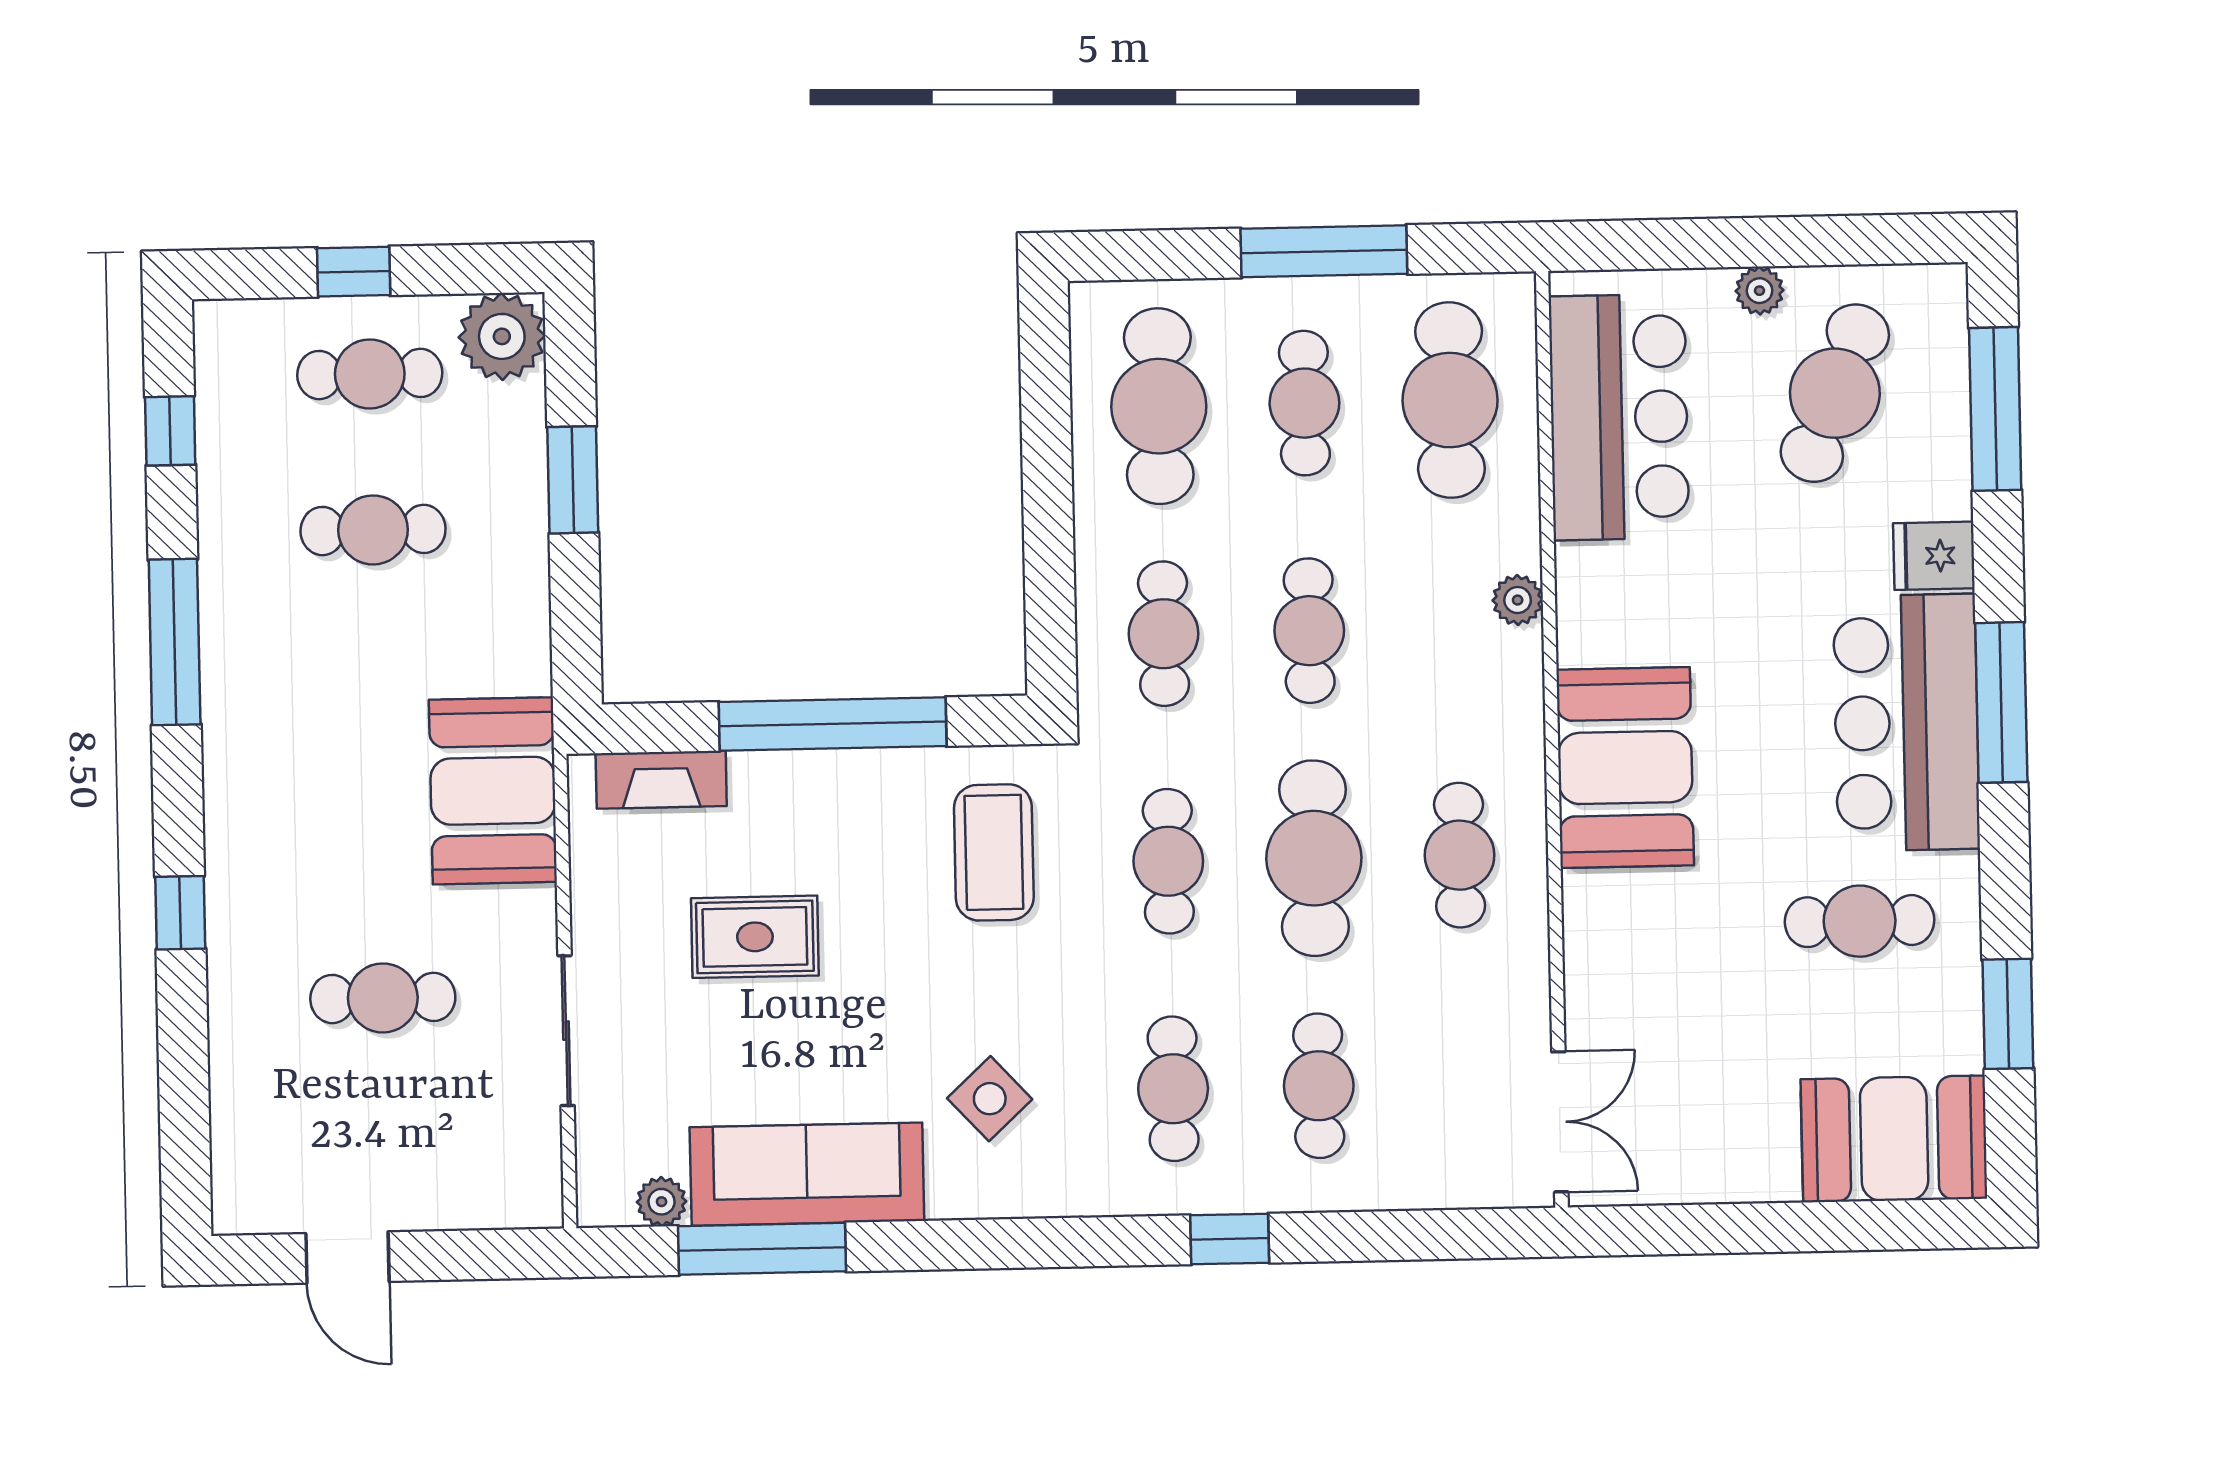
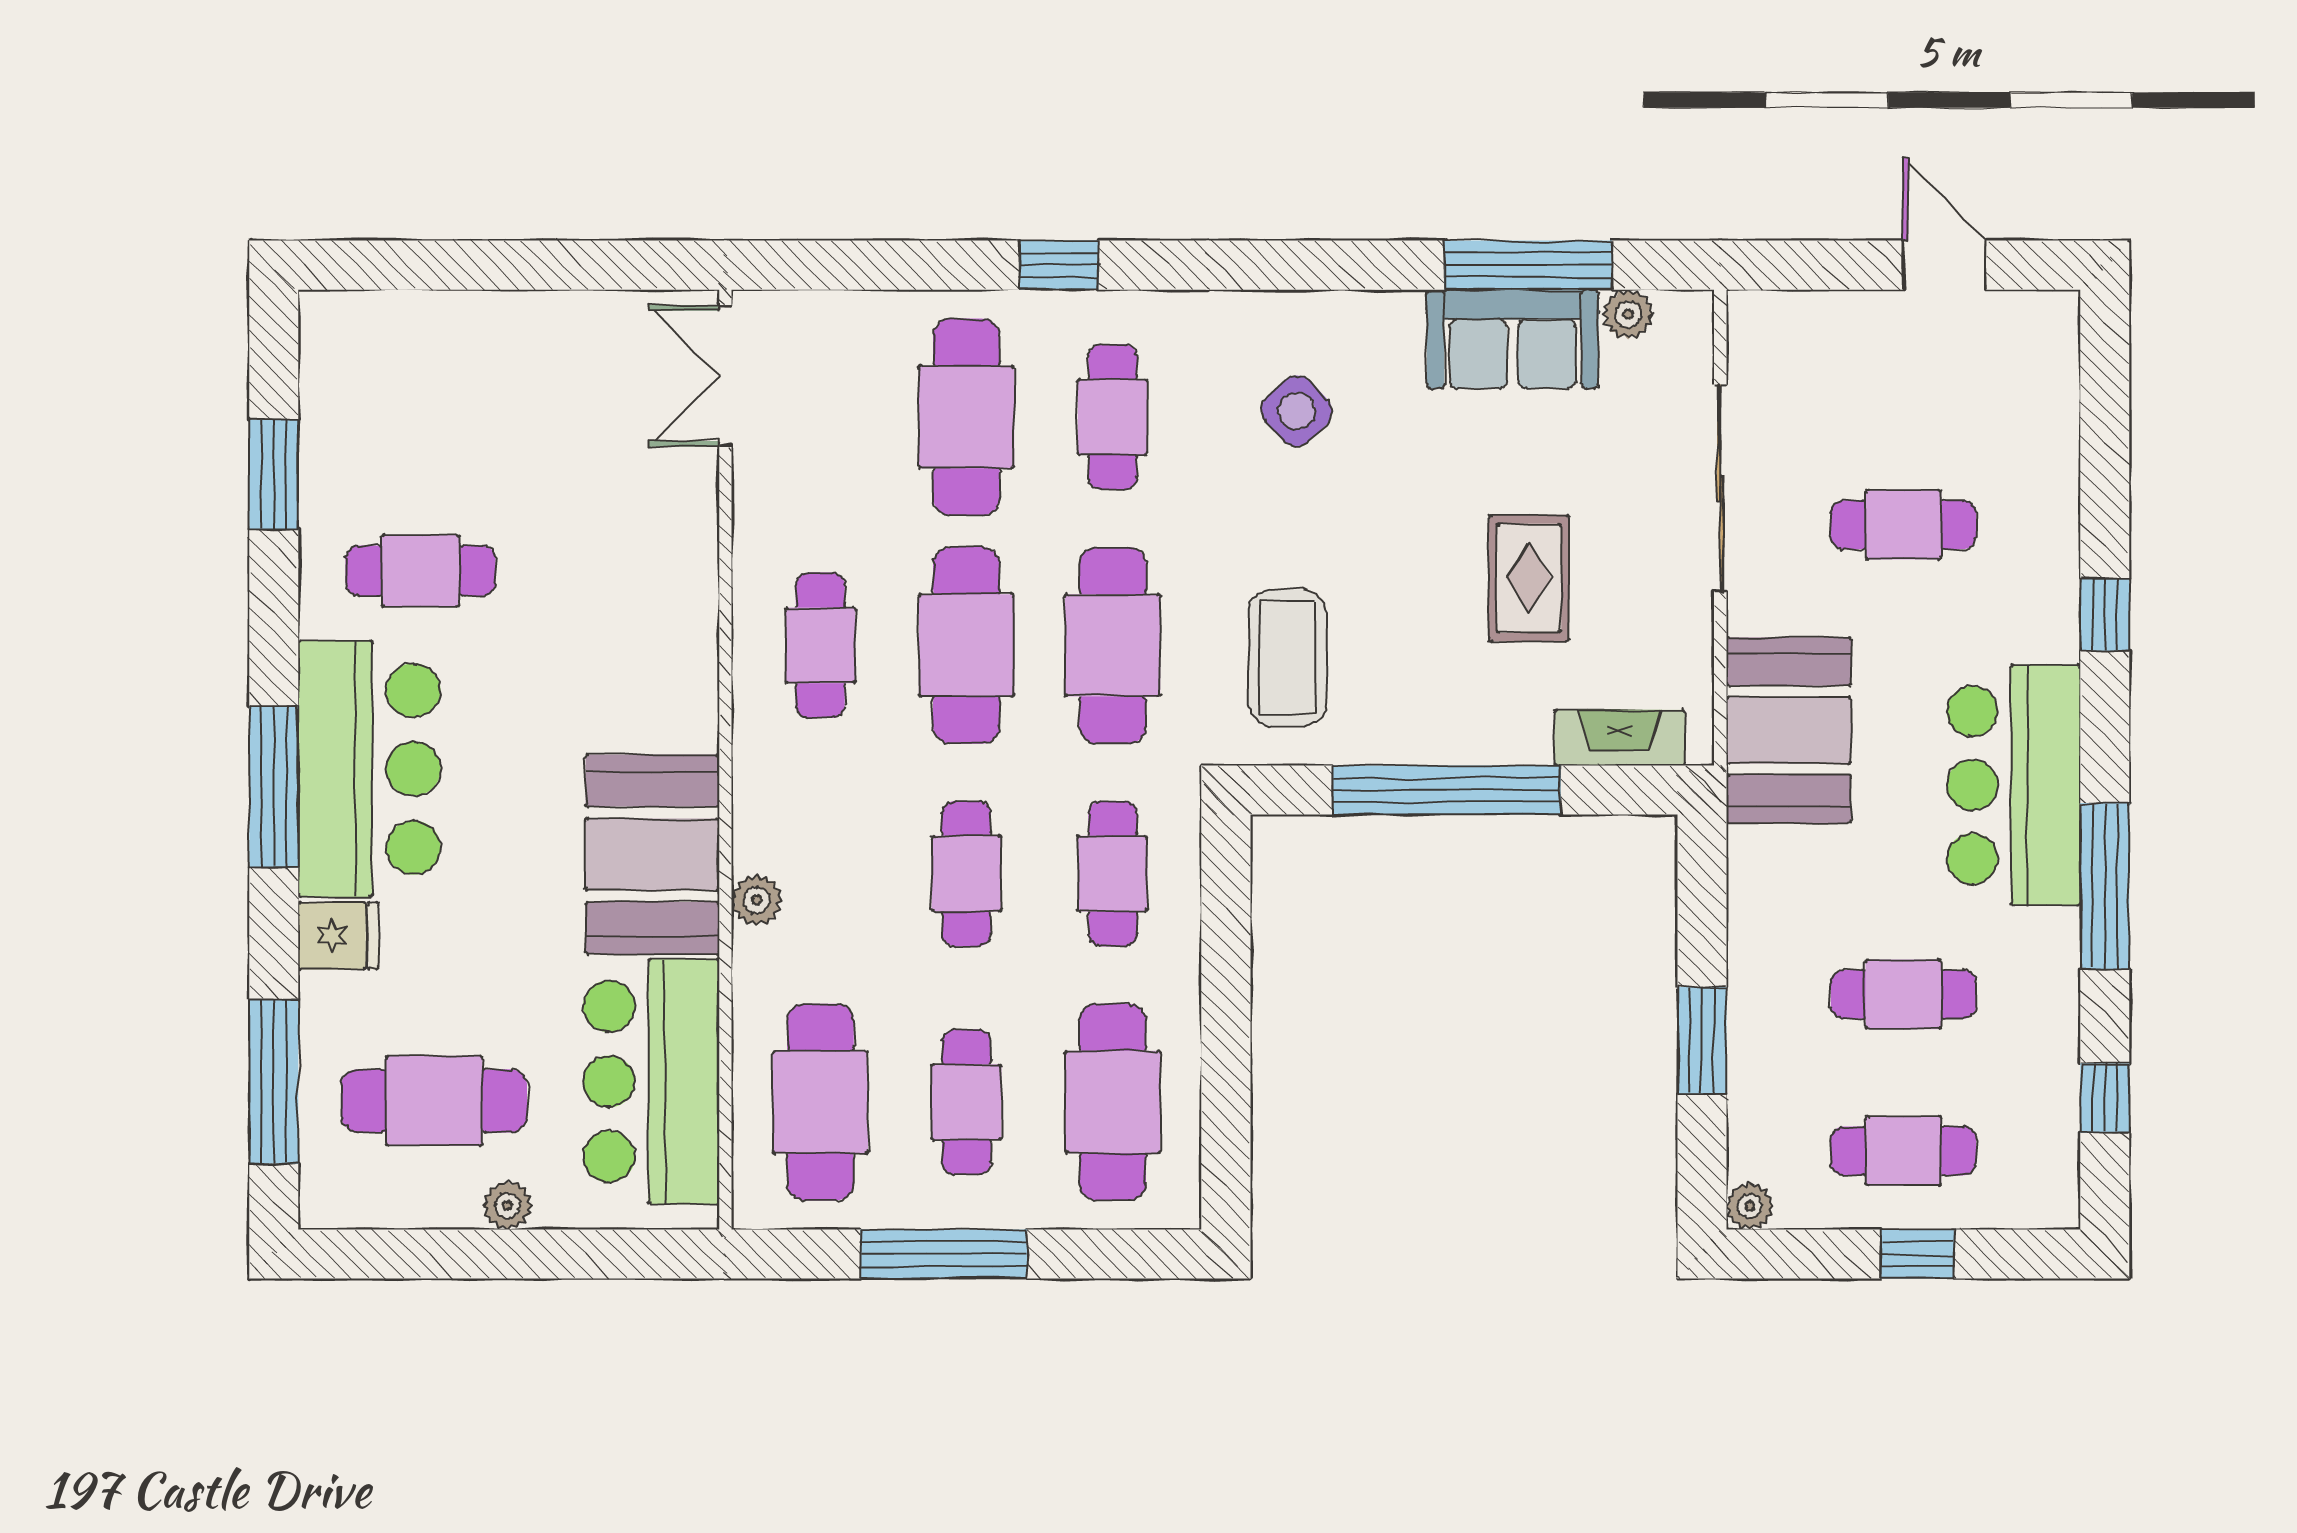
plant: (502, 336) -> (1750, 1206), width x0.53, depth x0.53
cafe table: (1835, 393) -> (434, 1101), turned 68
bar counter: (268, 741) -> (2014, 785), added
booth: (1625, 768) -> (652, 854), moved
cafe table: (1168, 861) -> (1113, 645), width x1.37, depth x1.35
rug: (755, 937) -> (1529, 578), turned 90
sliding door: (566, 1031) -> (1720, 488), width x1.37
cafe table: (1319, 1086) -> (966, 417), width x1.37, depth x1.35
booth: (1894, 1139) -> (390, 352), removed
sofa: (807, 1174) -> (1513, 339), width x0.73

